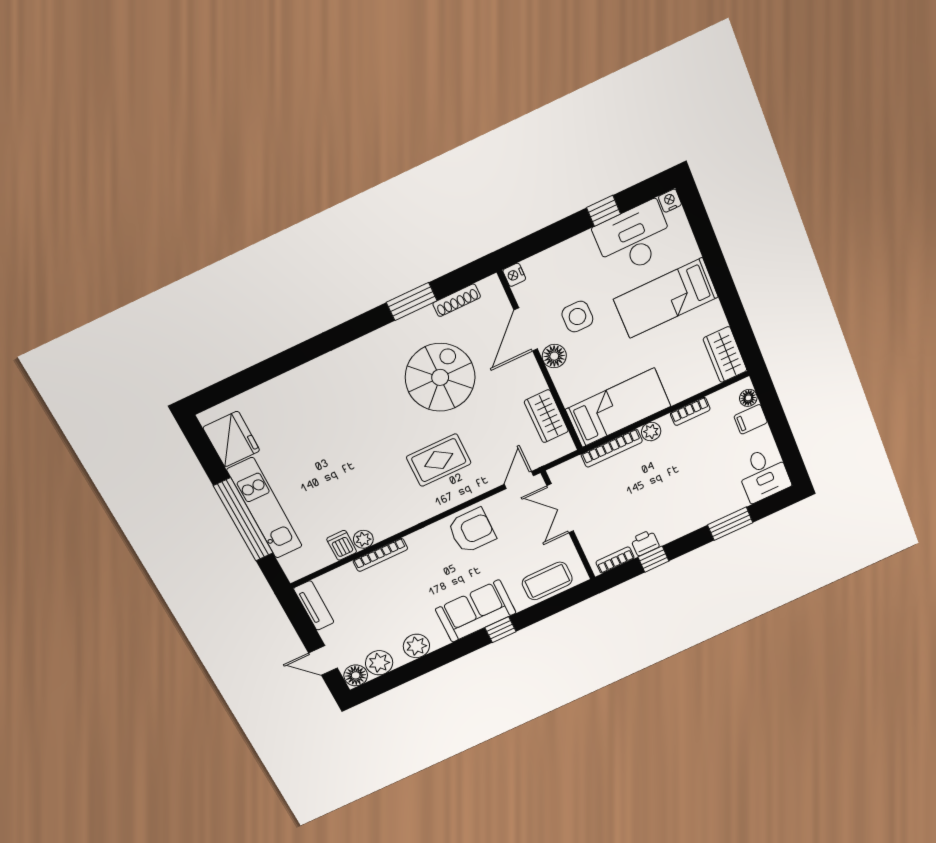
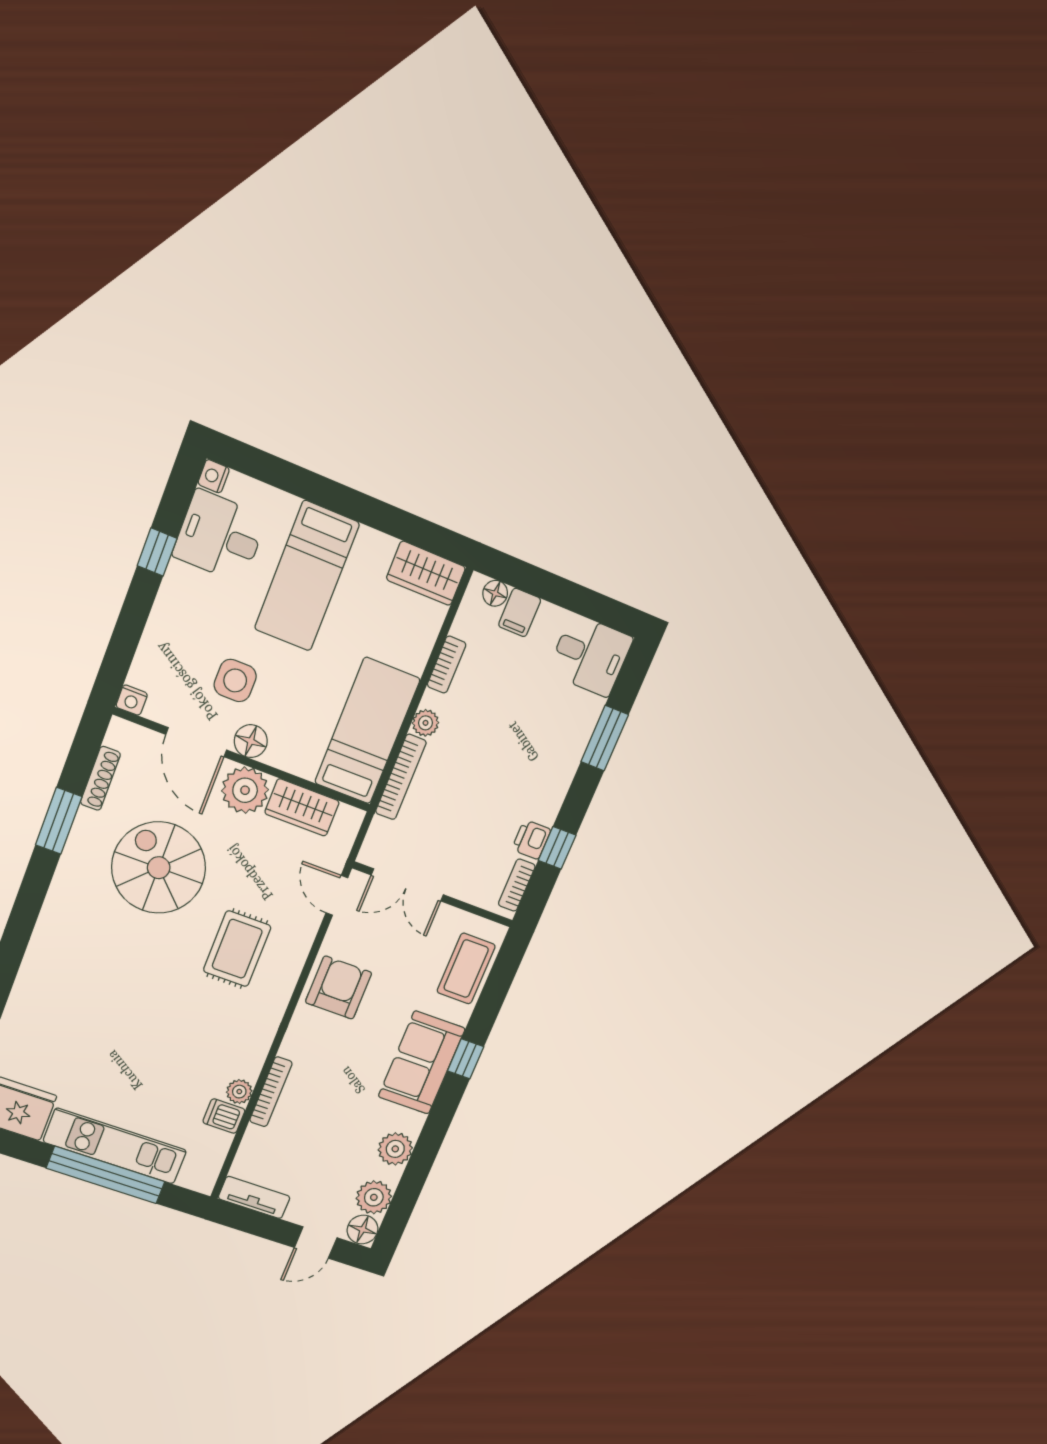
desk: (634, 239) -> (220, 536), width x0.73
plant: (526, 379) -> (245, 790), added

